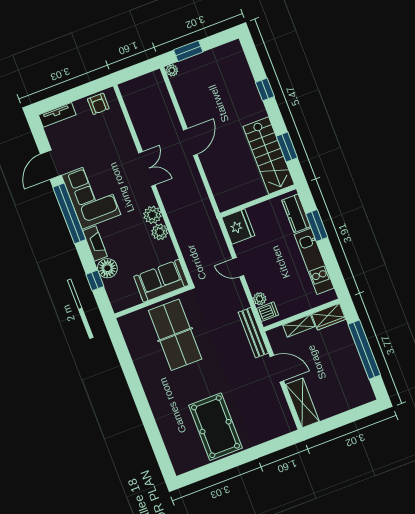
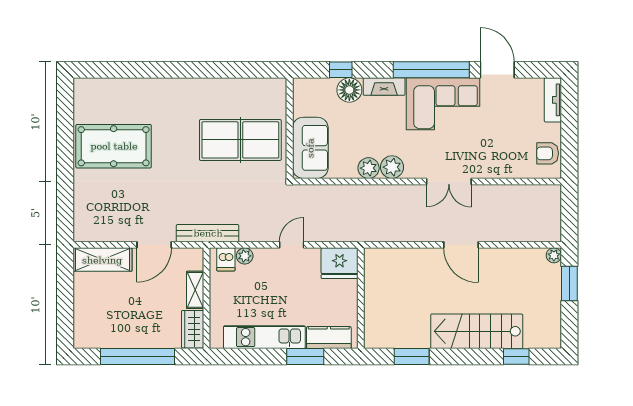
window: (265, 89) -> (516, 356), moved
stairs: (269, 156) -> (477, 331), moved

